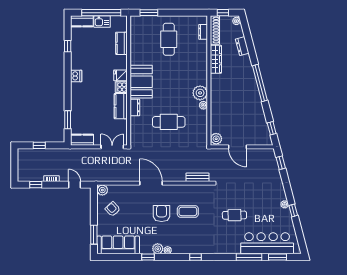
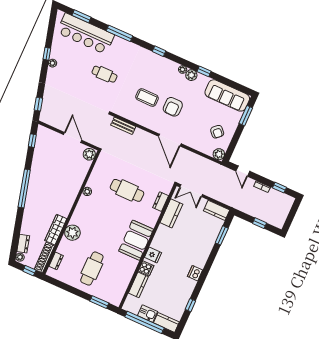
dresser: (242, 46) -> (23, 244), moved
cooker: (121, 87) -> (146, 268), moved
plant: (200, 93) -> (72, 233), moved
kitchen counter: (121, 106) -> (171, 213), moved
dresser: (135, 107) -> (161, 202), moved
window: (249, 257) -> (120, 33), moved

